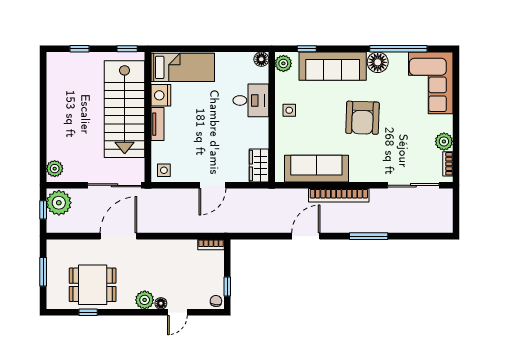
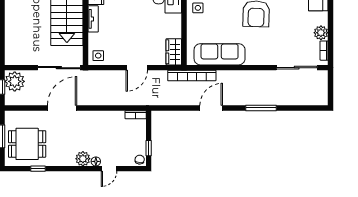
plant: (55, 169) -> (11, 54), removed
bookcase: (339, 195) -> (192, 76), moved
dining table: (93, 285) -> (27, 144), moved

